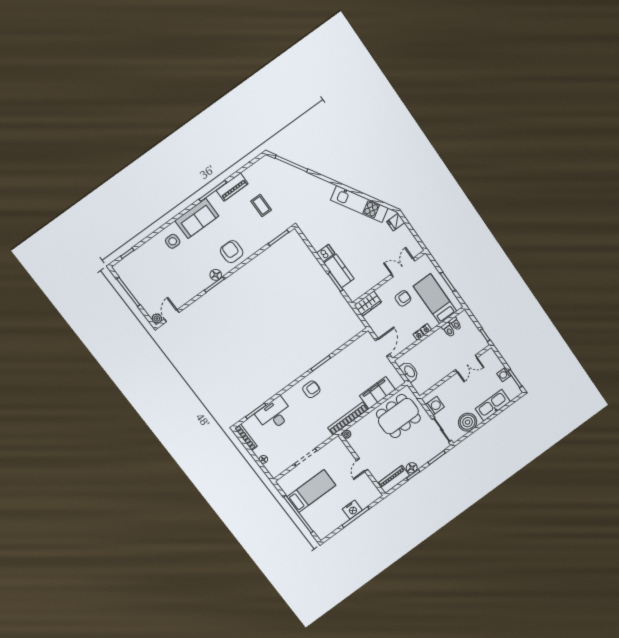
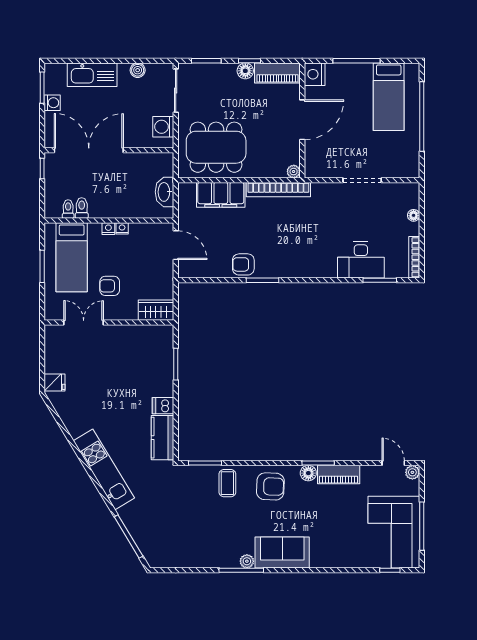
piano: (232, 187) -> (339, 475), moved, turned 180
plant: (213, 199) -> (247, 561), added
kitchen unit: (359, 204) -> (104, 469), moved
coffee table: (261, 205) -> (227, 483), moved
side table: (173, 241) -> (329, 547), removed
armchair: (232, 252) -> (270, 486), turned -88
double door: (403, 267) -> (84, 322), swing flipped
kitchen counter: (339, 271) -> (162, 438), moved
corner sofa: (142, 277) -> (394, 532), added
door: (172, 316) -> (393, 463), swing flipped
door: (382, 347) -> (176, 245), swing flipped
double door: (466, 364) -> (89, 150), width x1.87
armchair: (311, 389) -> (243, 264), moved
boiler: (468, 422) -> (138, 70), width x0.54, depth x0.54
door: (362, 465) -> (302, 120), width x1.87
bed: (311, 491) -> (389, 97), moved, turned -90
nightstand: (352, 510) -> (315, 74), moved, turned -90

